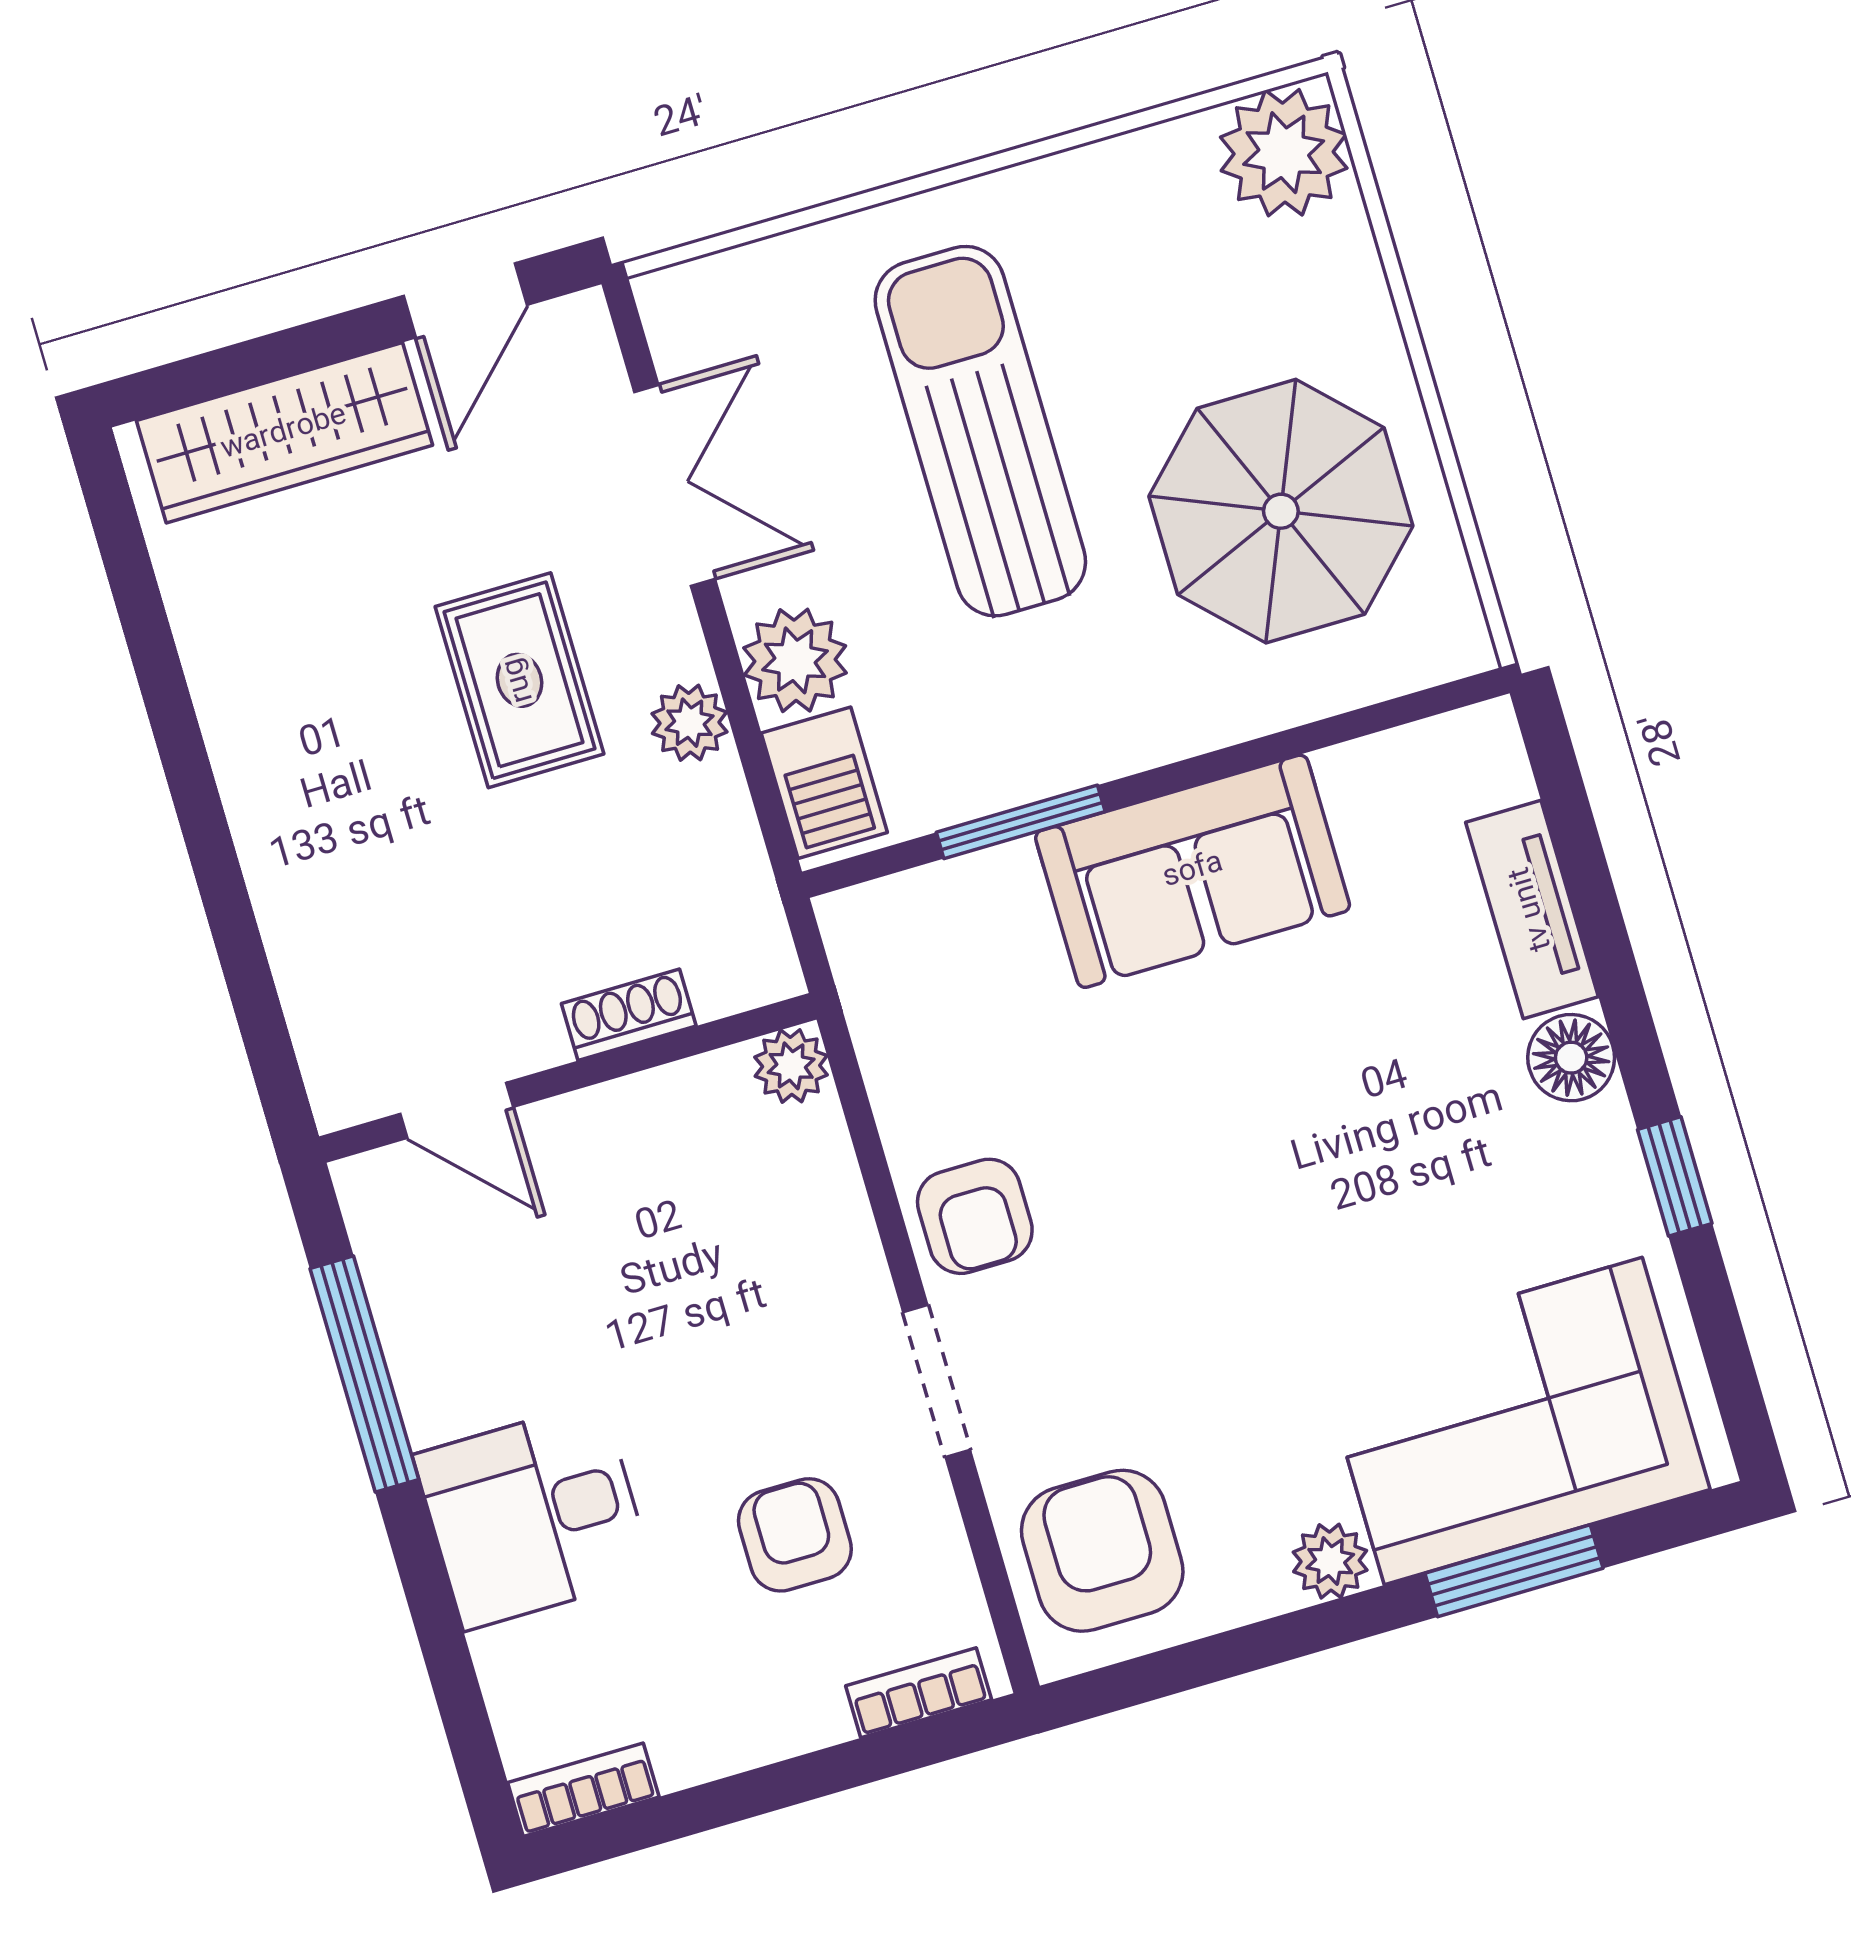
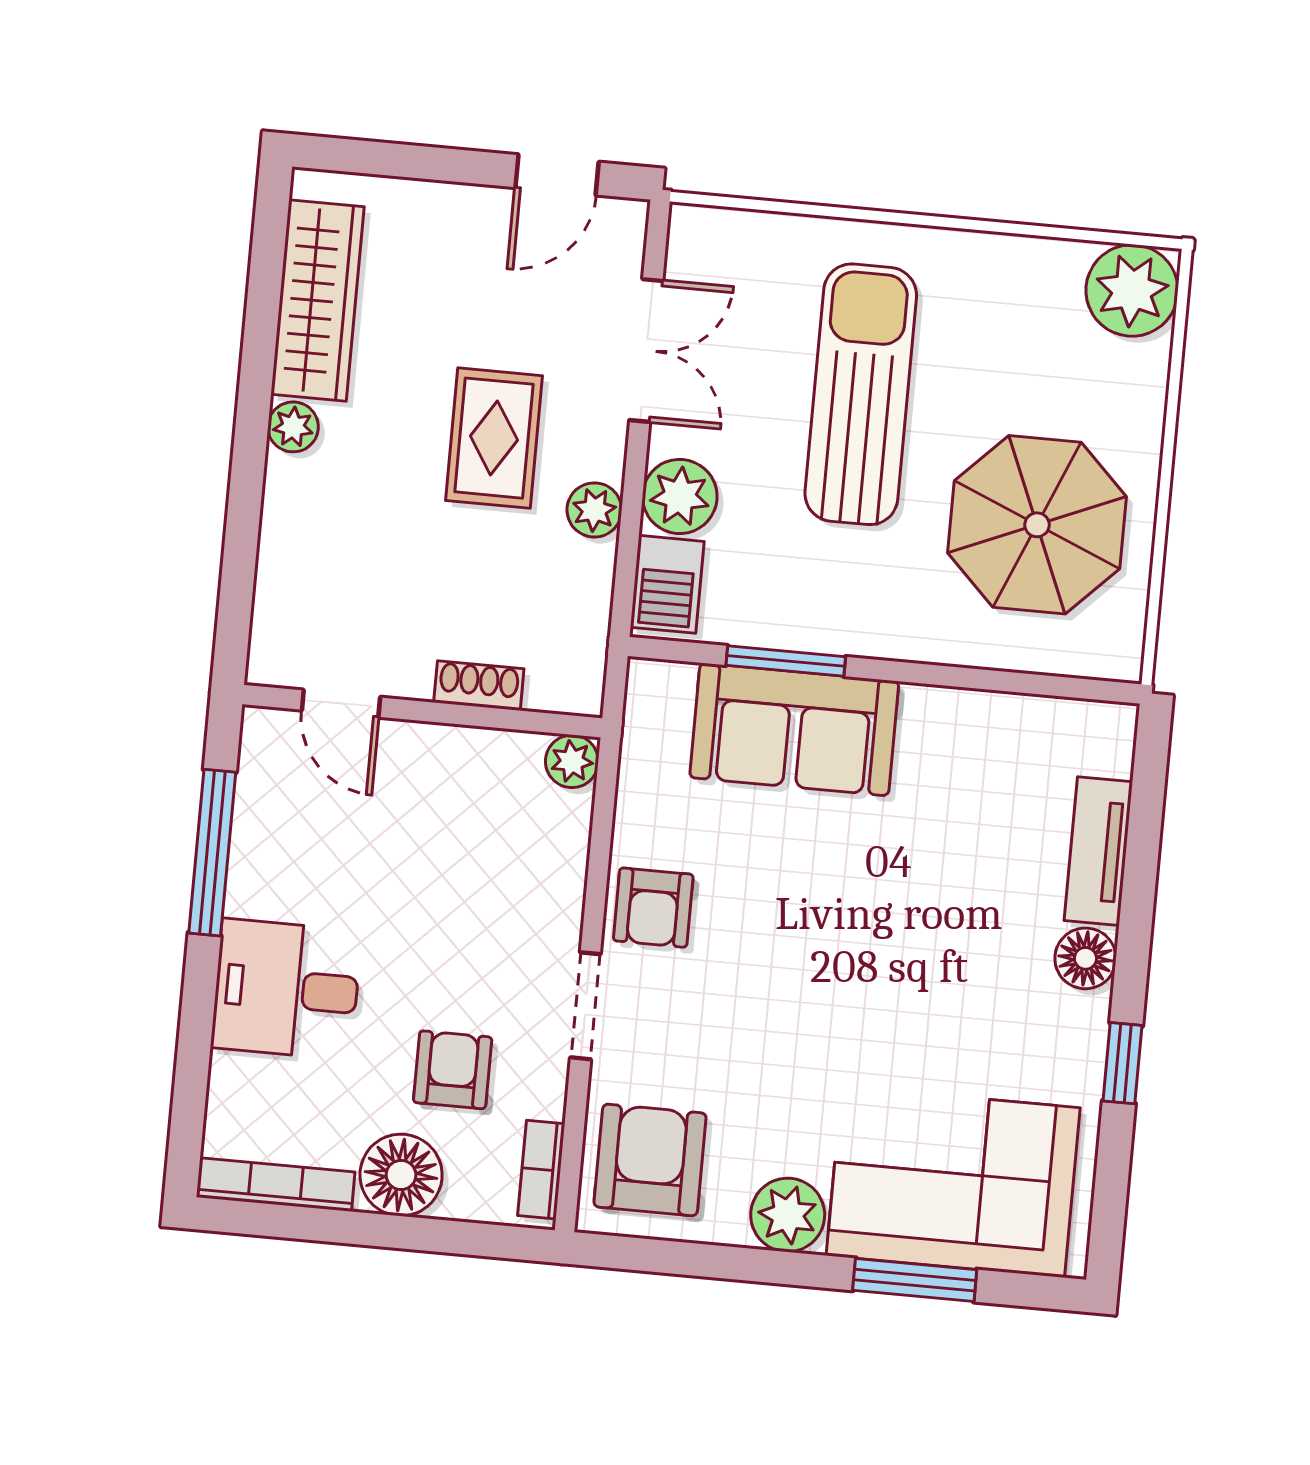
wardrobe: (284, 433) -> (318, 301), moved, turned -90
plant: (249, 770) -> (293, 427), added
sofa: (1193, 871) -> (794, 729), moved
plant: (1330, 1561) -> (788, 1215), width x1.38, depth x1.38
bookcase: (919, 1693) -> (541, 1170), moved, turned -90
floor lamp: (782, 1701) -> (401, 1175), added
bookcase: (583, 1790) -> (276, 1185), width x1.56

